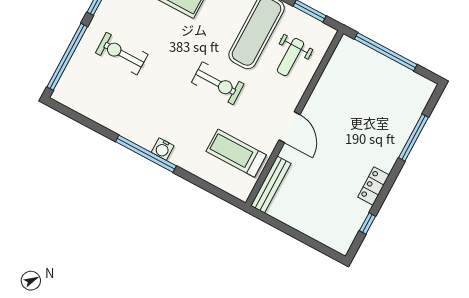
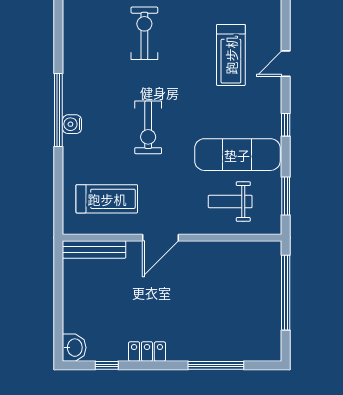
exercise bike: (218, 83) -> (148, 127), moved
treadmill: (236, 153) -> (107, 199), turned 90
washbasin: (340, 242) -> (74, 348), added

